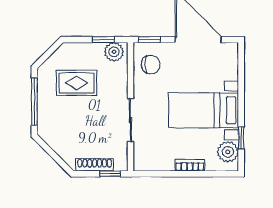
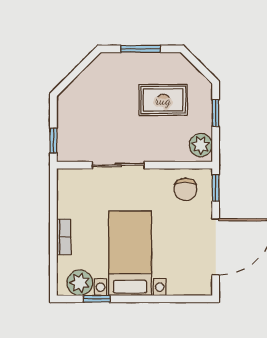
window: (103, 40) -> (216, 113), moved
rug: (77, 83) -> (163, 100), turned 90
window: (34, 102) -> (140, 49), width x0.69
shoe rack: (95, 165) -> (64, 122), removed

